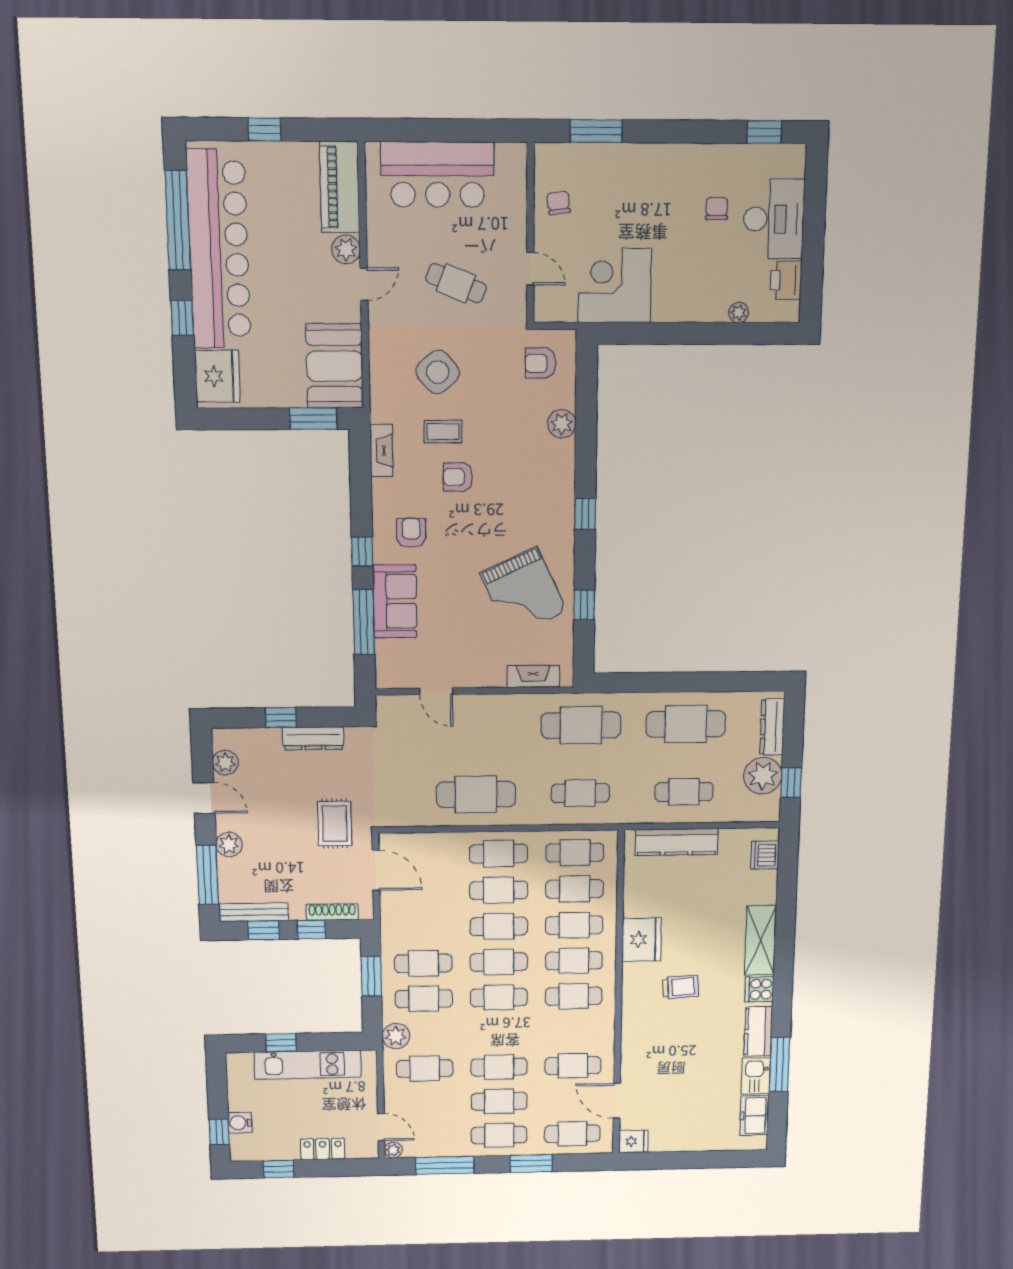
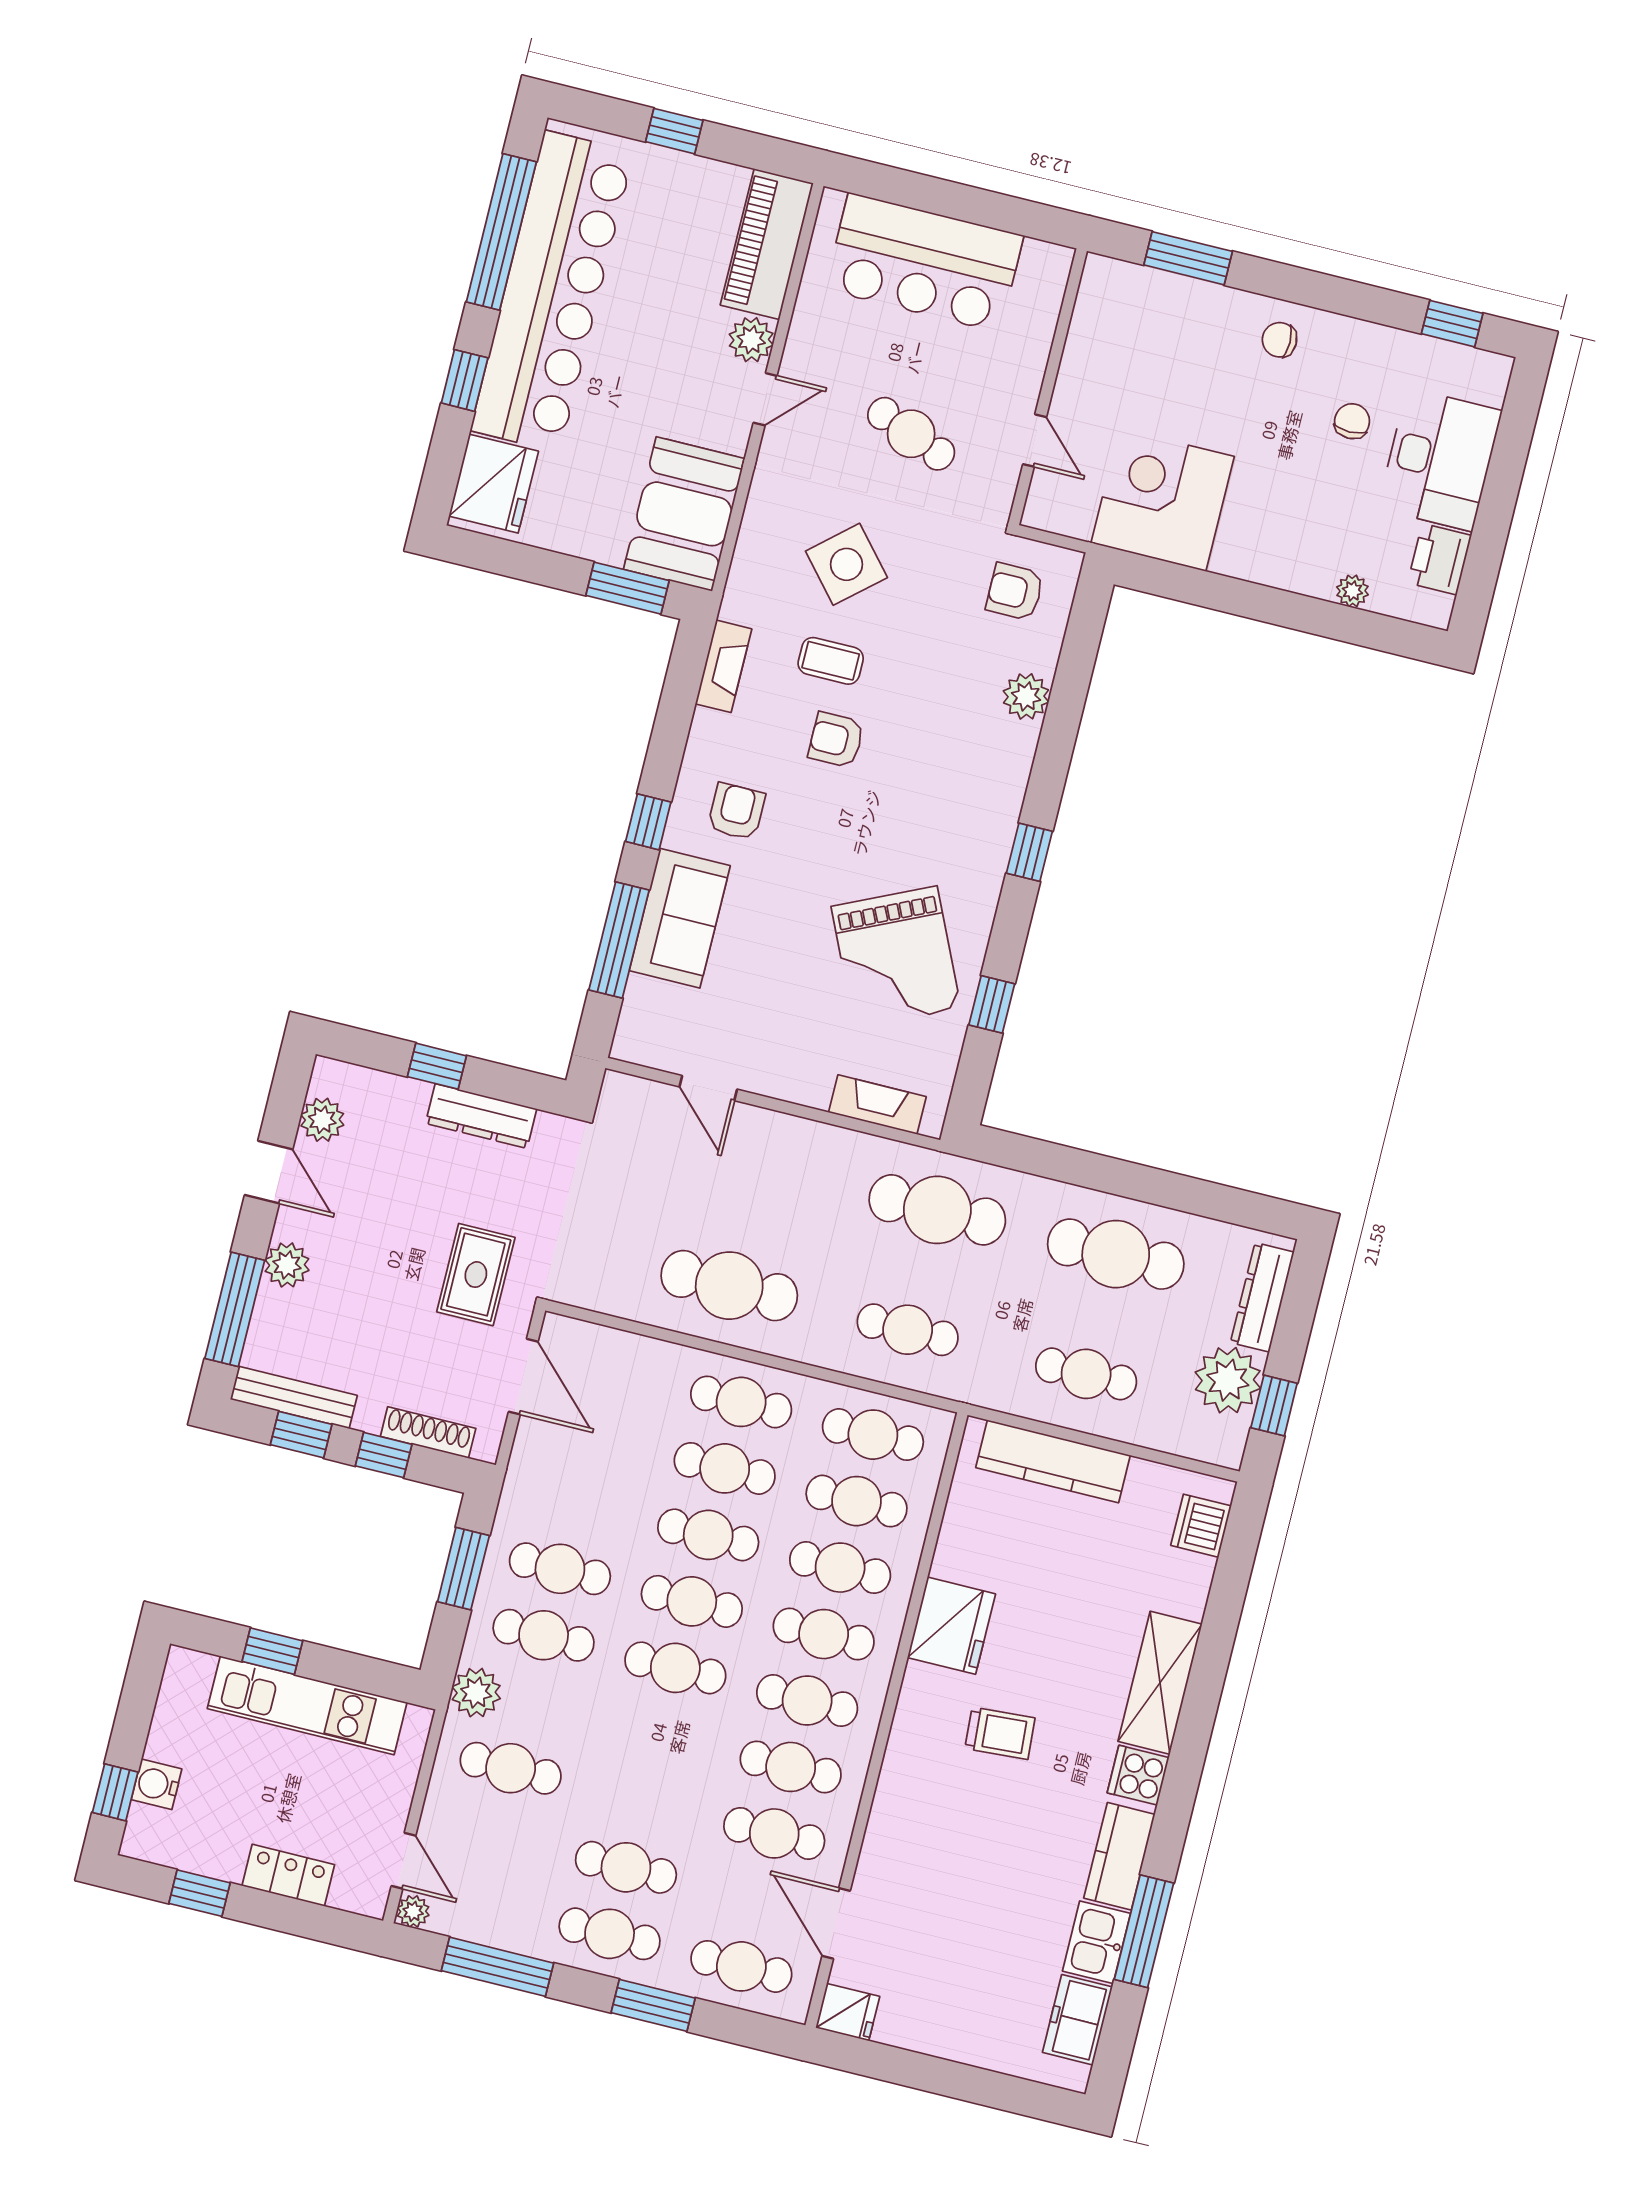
chair: (558, 203) -> (1280, 340), moved, turned -83
cafe table: (499, 1067) -> (791, 1767), moved

